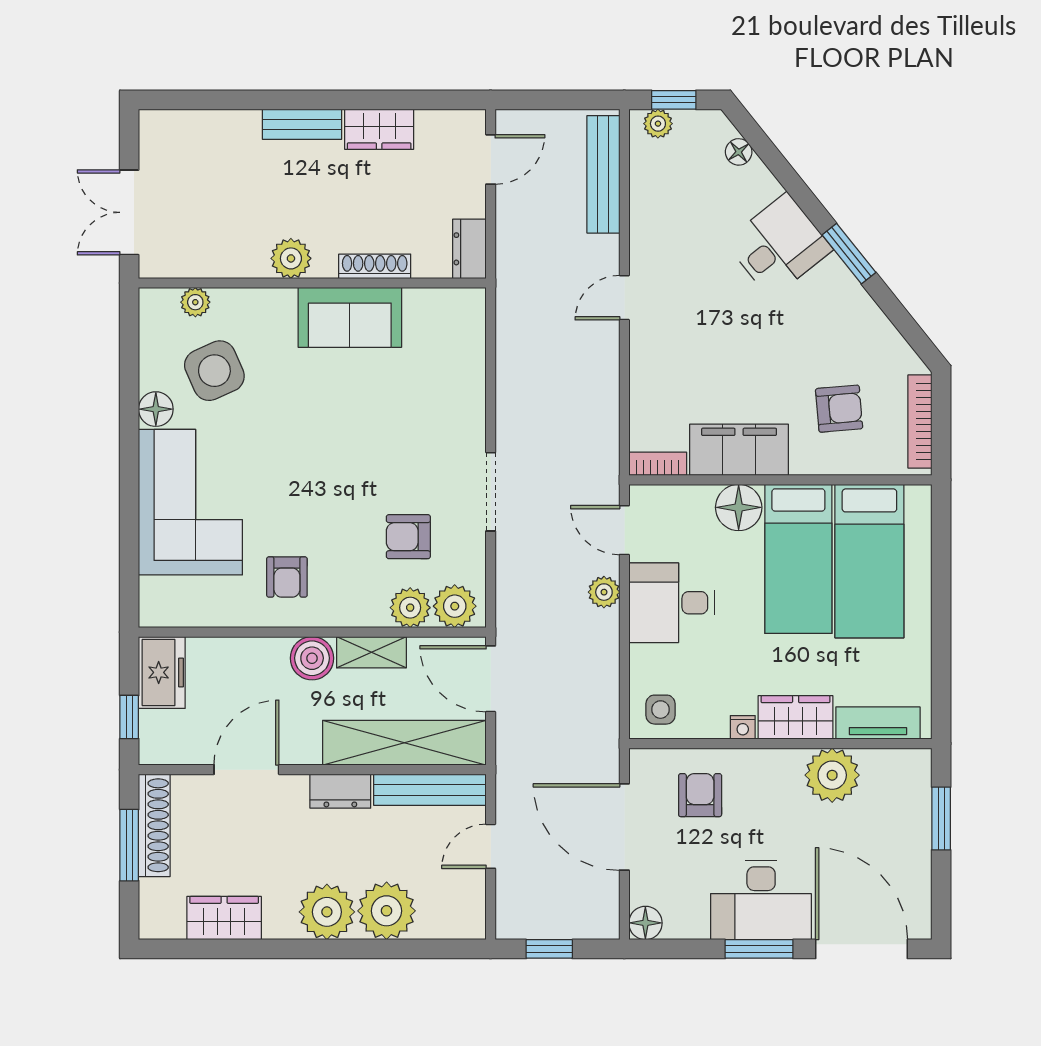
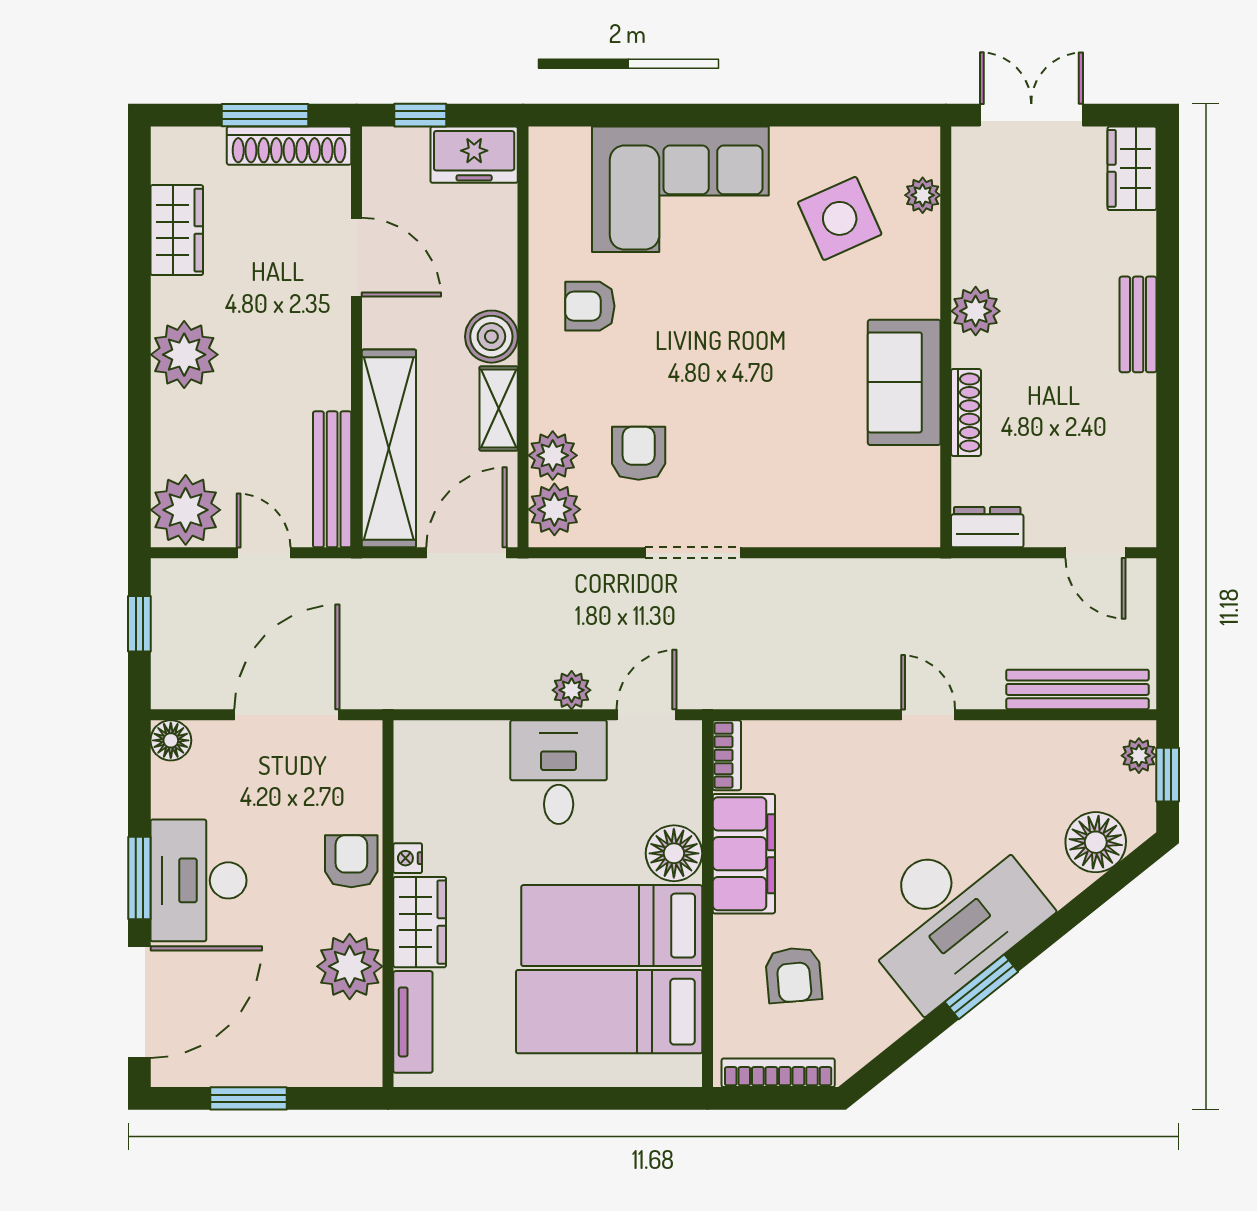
wardrobe: (379, 129) -> (1132, 168), moved
floor lamp: (739, 152) -> (1096, 842), width x1.89, depth x1.89
desk: (779, 246) -> (951, 915), width x1.87, depth x1.30
floor lamp: (156, 409) -> (793, 147), removed
side table: (661, 710) -> (429, 759), removed
dresser: (340, 791) -> (330, 371), removed
armchair: (700, 795) -> (351, 861), moved, turned -90
window: (941, 818) -> (248, 1098), moved
plant: (387, 911) -> (186, 510), moved

